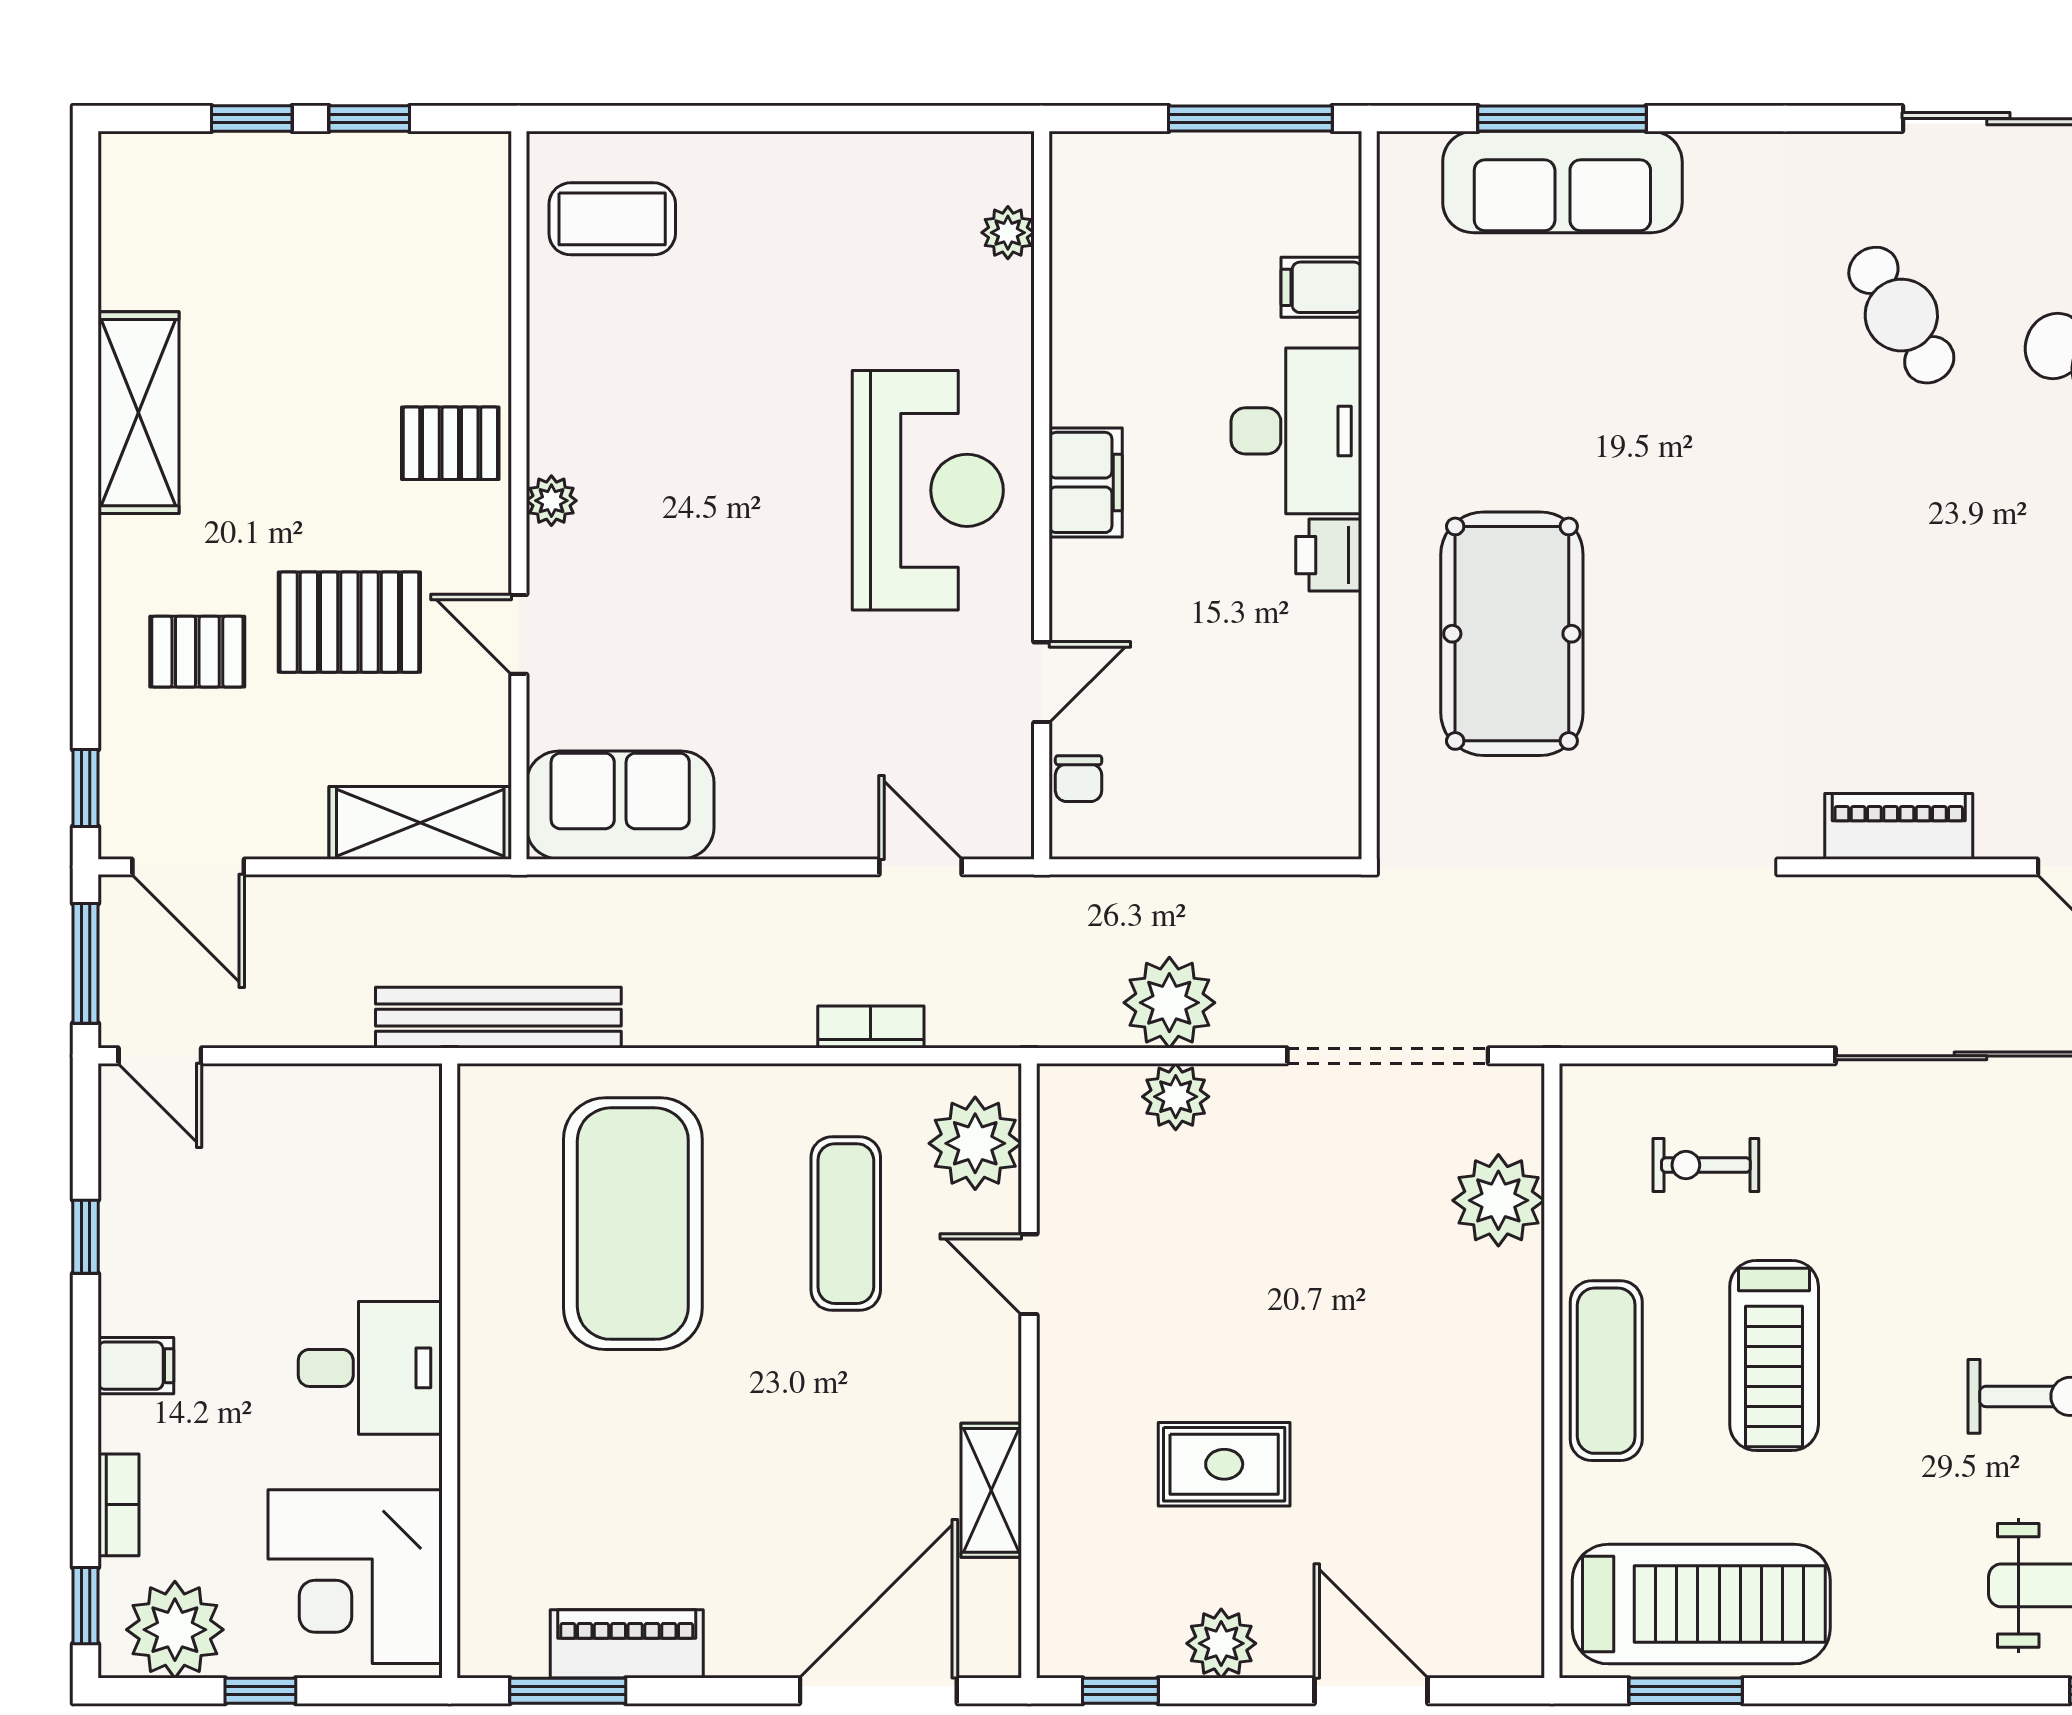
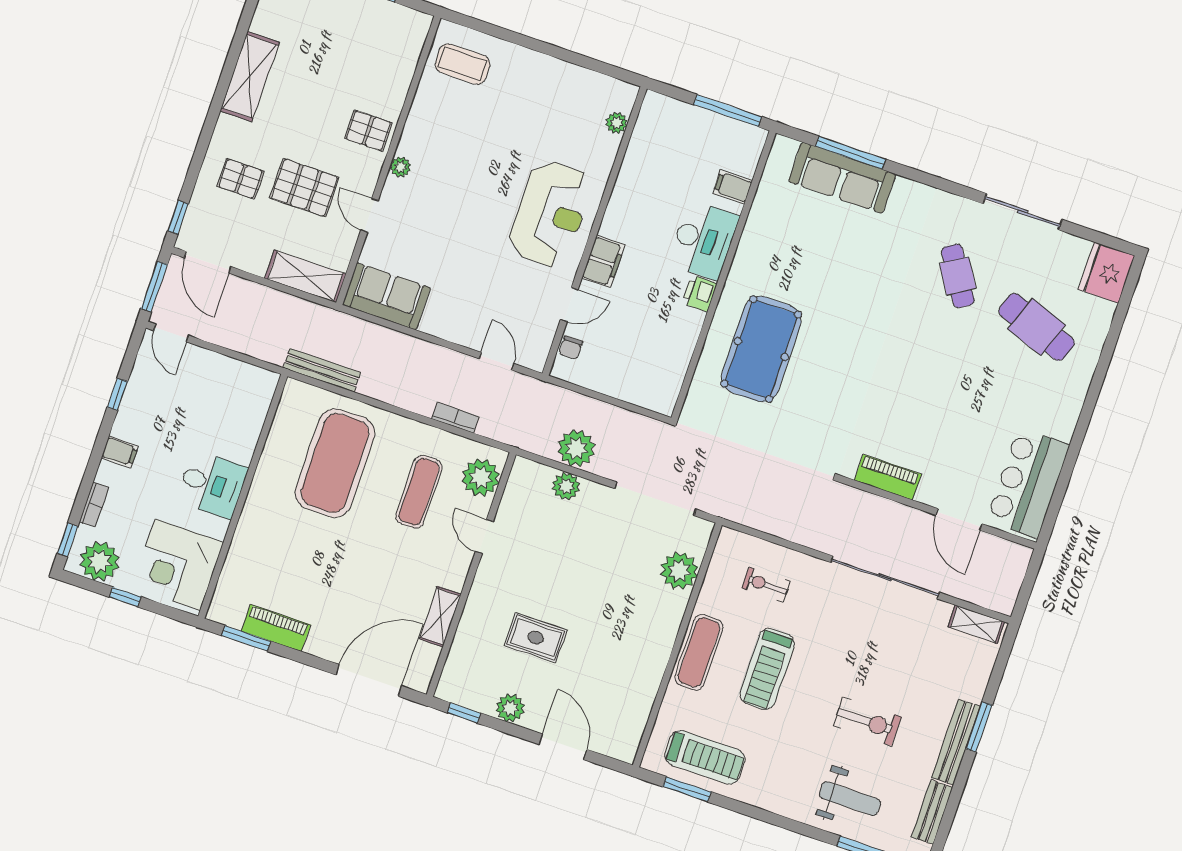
filing cabinet: (1086, 482) -> (603, 262), moved
bench: (498, 1018) -> (322, 370), width x0.73, depth x0.82
treadmill: (1701, 1604) -> (705, 757), width x0.73, depth x0.73

